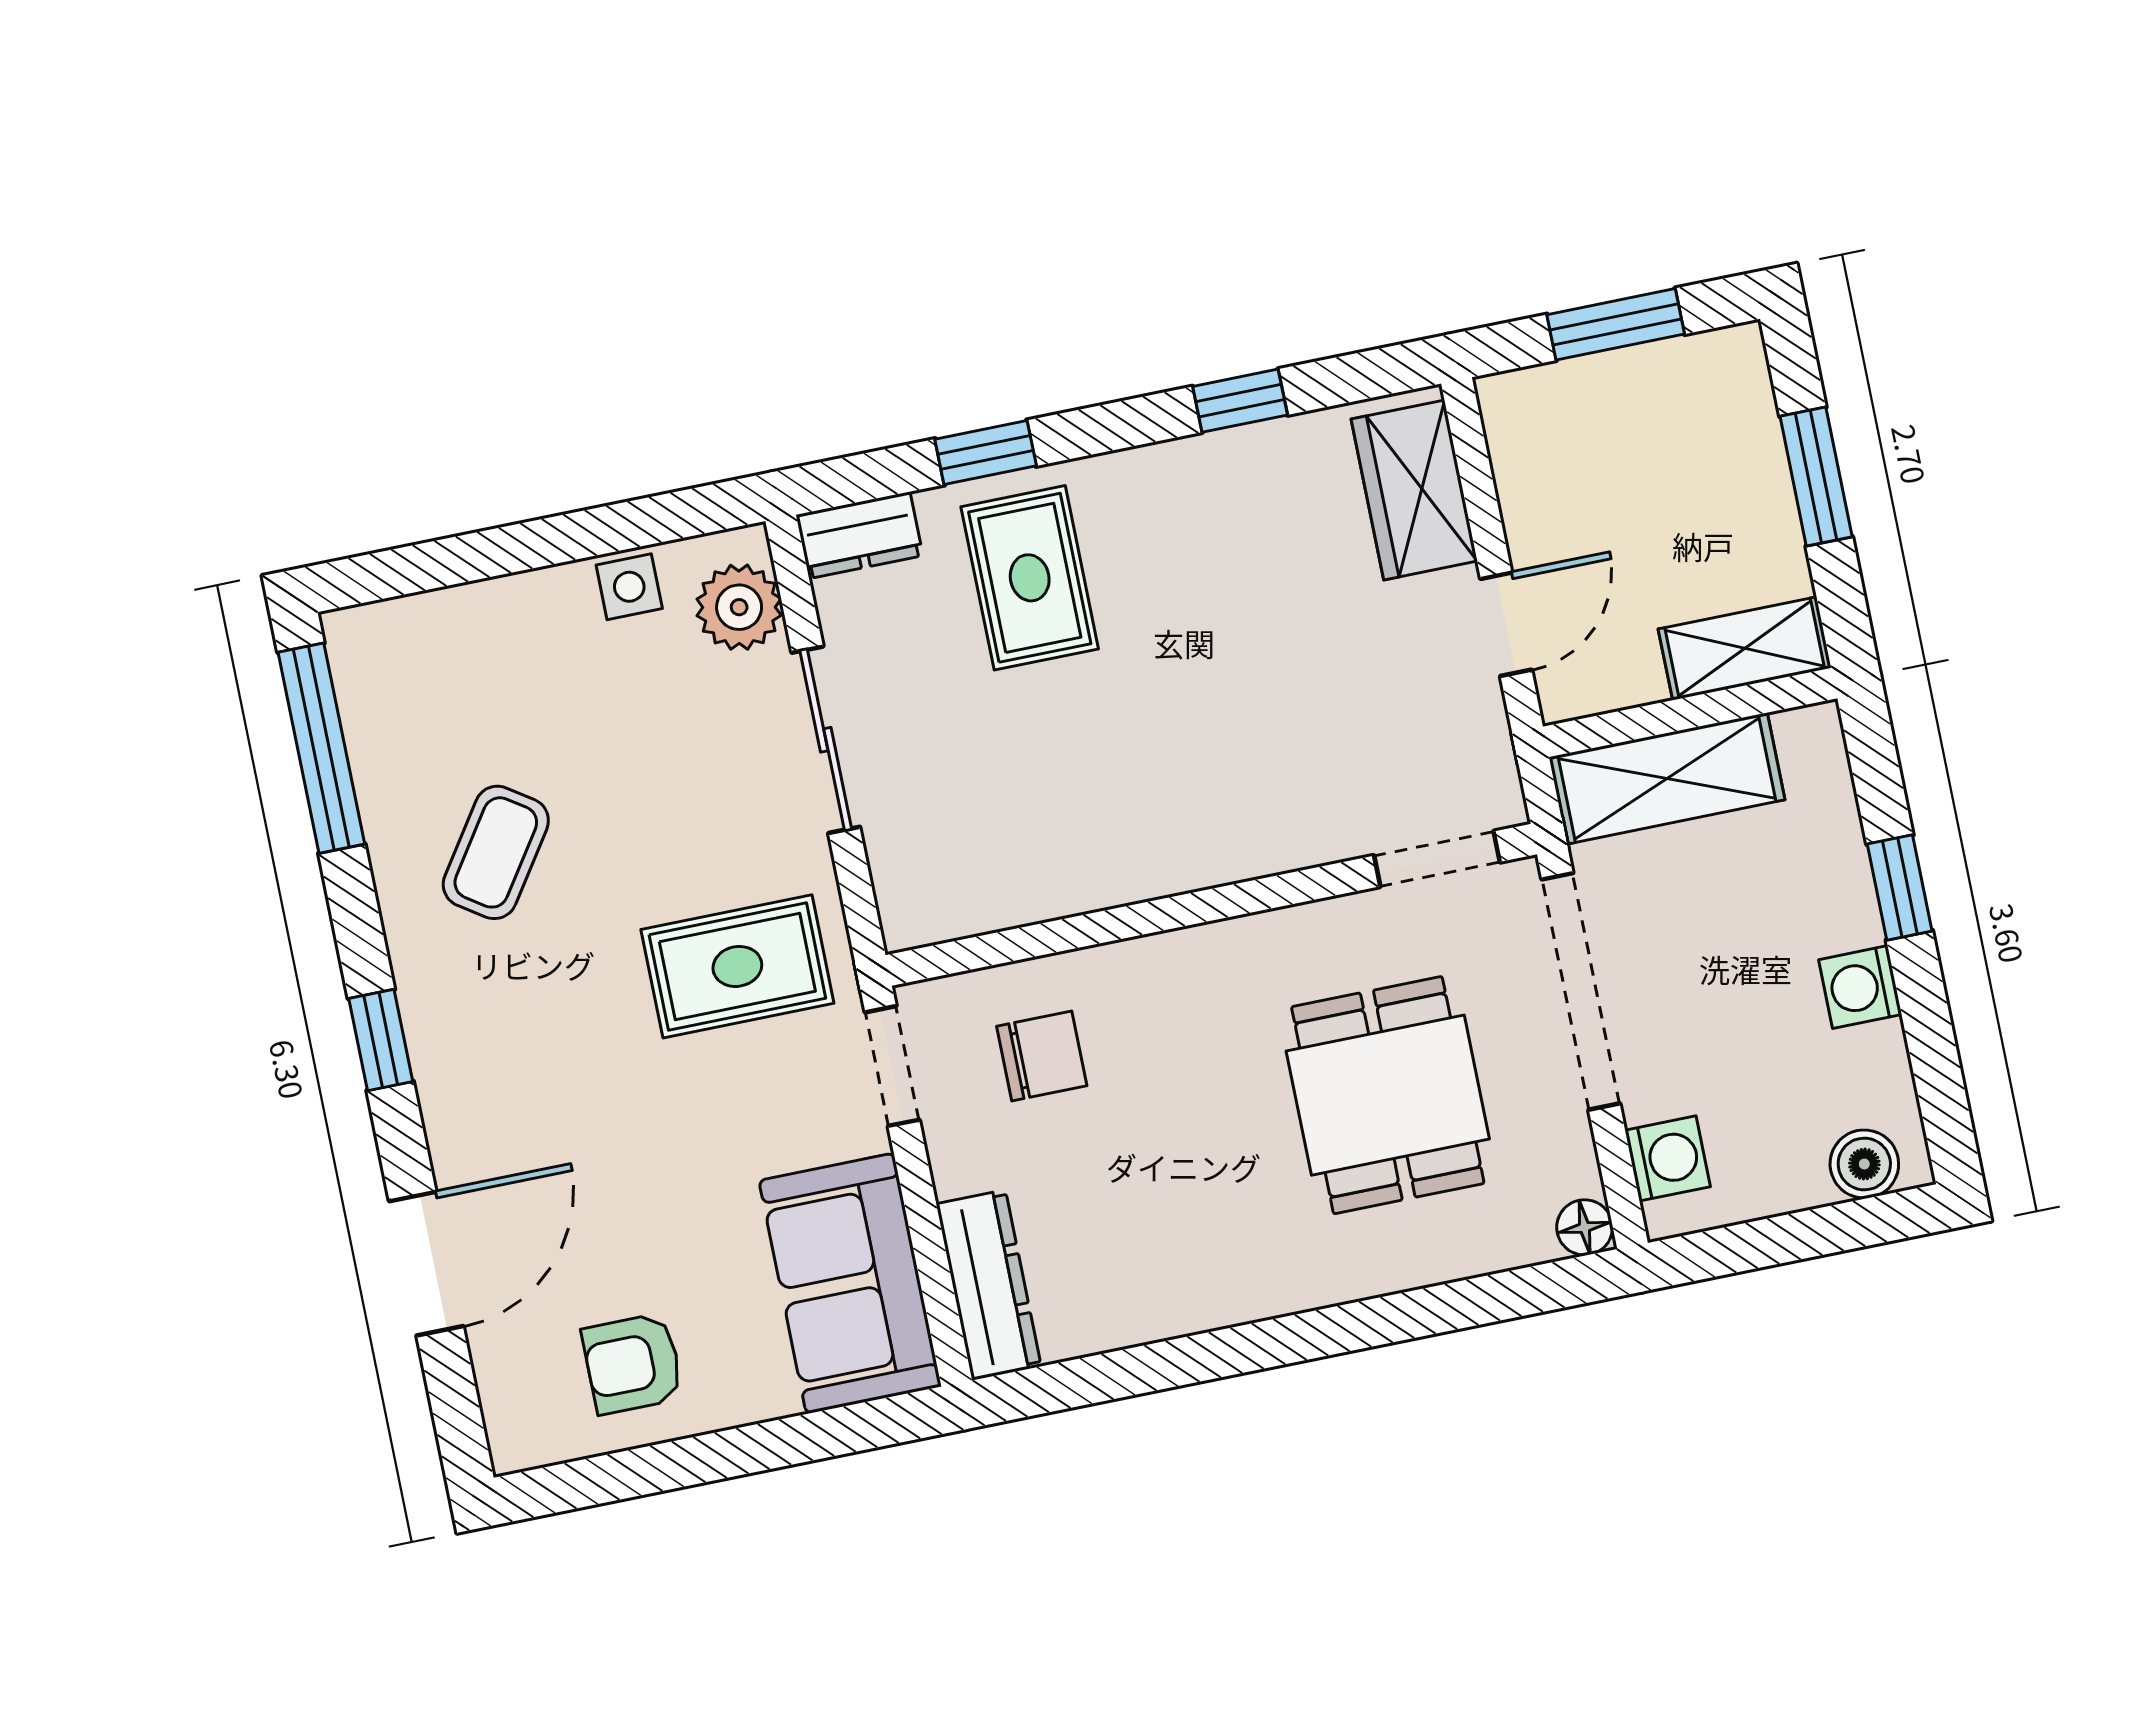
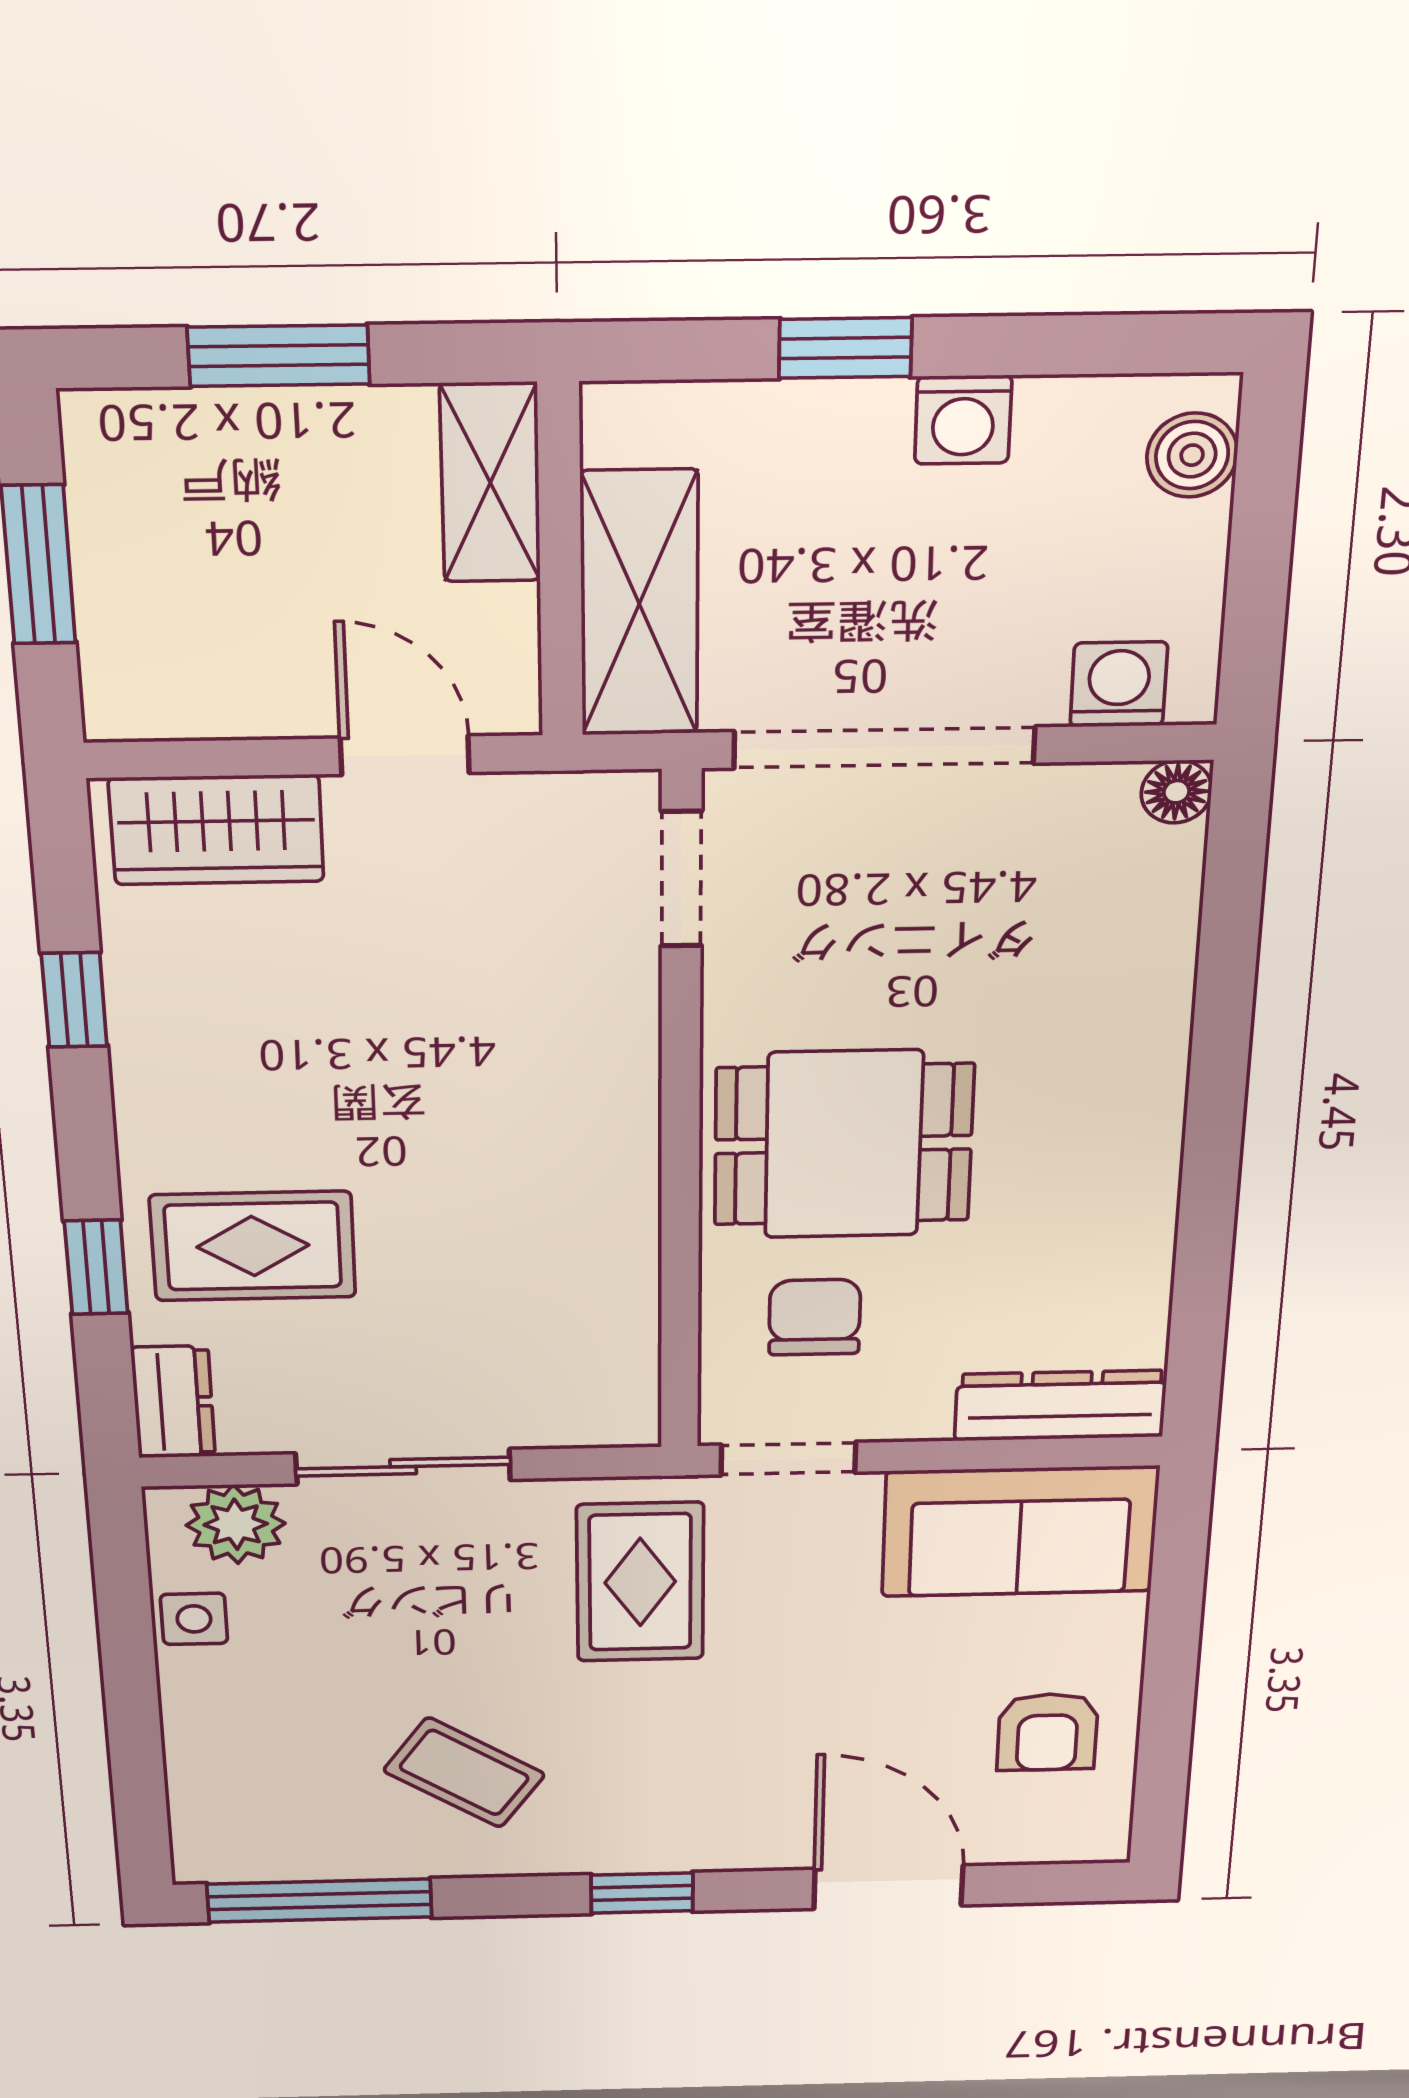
dining table: (1388, 1095) -> (844, 1144), moved

